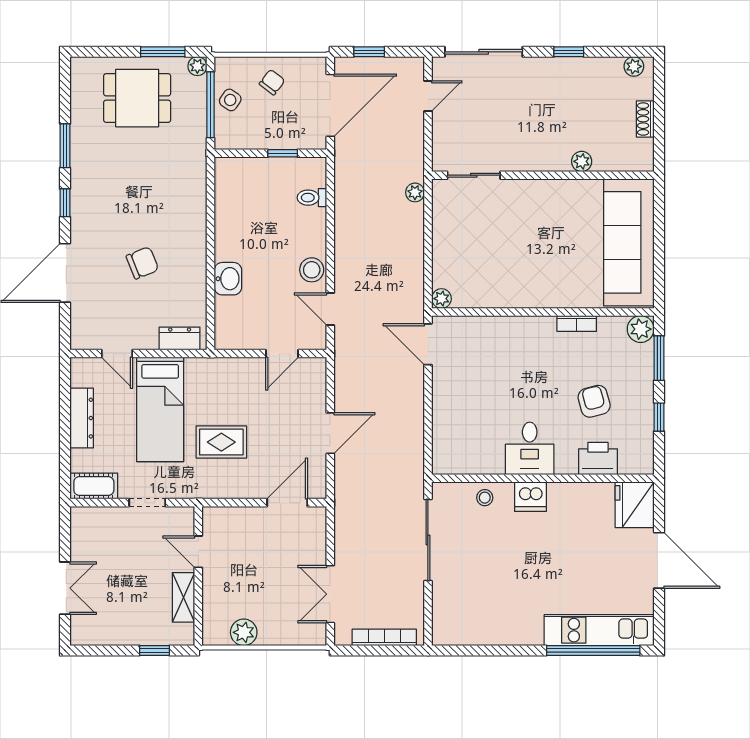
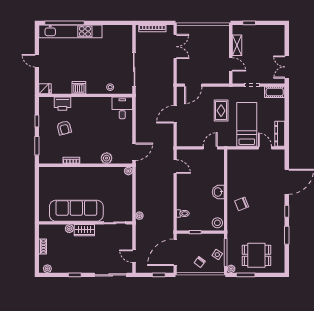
door: (428, 96) -> (134, 256), hinge flipped
wardrobe: (546, 158) -> (84, 230), added
sofa: (629, 242) -> (76, 211), moved, turned -90
chair: (142, 263) -> (242, 204), moved
stool: (312, 270) -> (217, 223), moved
washbasin: (228, 279) -> (218, 192), moved
plant: (641, 329) -> (107, 158), moved
dresser: (180, 338) -> (239, 154), removed
door: (428, 344) -> (134, 152), hinge flipped
door: (282, 354) -> (210, 148), moved
dresser: (82, 418) -> (280, 134), moved
rug: (221, 442) -> (221, 111), turned 90
desk: (530, 448) -> (122, 108), moved
dishwasher: (530, 497) -> (79, 88), moved
fridge: (635, 505) -> (45, 89), width x0.53, depth x0.75
door: (659, 560) -> (37, 61), width x0.53
double door: (65, 588) -> (287, 67), moved
kitchen unit: (599, 630) -> (70, 31), width x1.36
plant: (244, 632) -> (212, 30), removed

